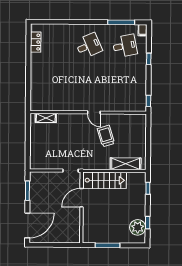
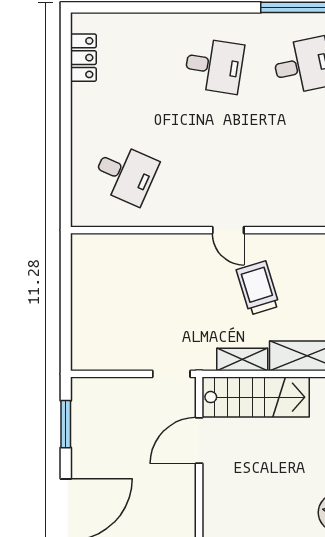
desk: (89, 46) -> (214, 66), turned 33
desk: (52, 89) -> (125, 174), added
shelving: (46, 118) -> (242, 359), moved

